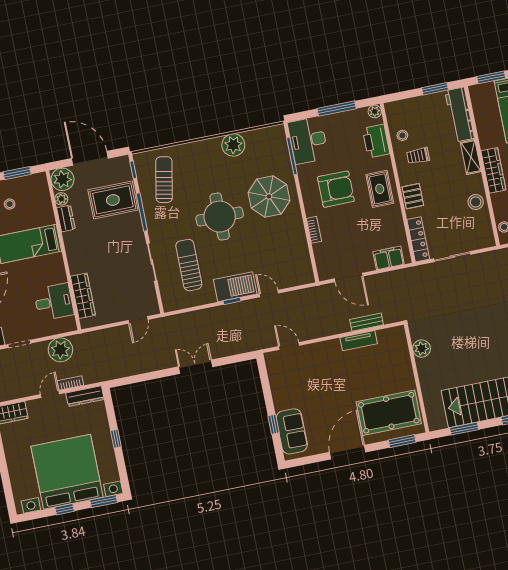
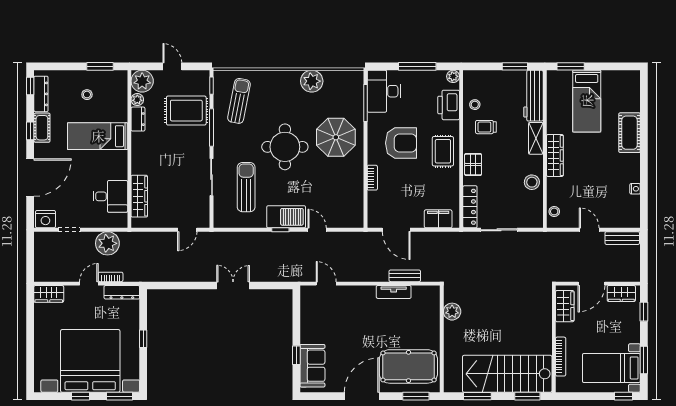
door: (90, 158) -> (172, 66), width x0.53

